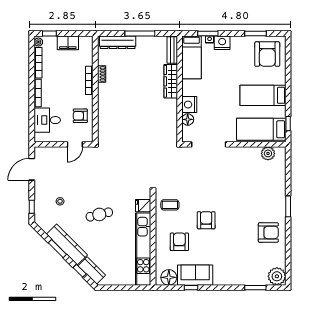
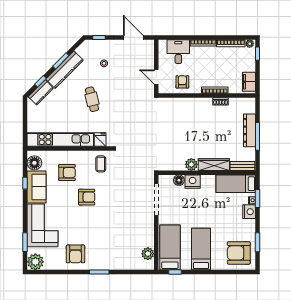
dresser: (118, 42) -> (250, 130), moved
filing cabinet: (68, 43) -> (249, 82), moved
plant: (170, 106) -> (191, 164), added
corner sofa: (237, 268) -> (43, 225), added

